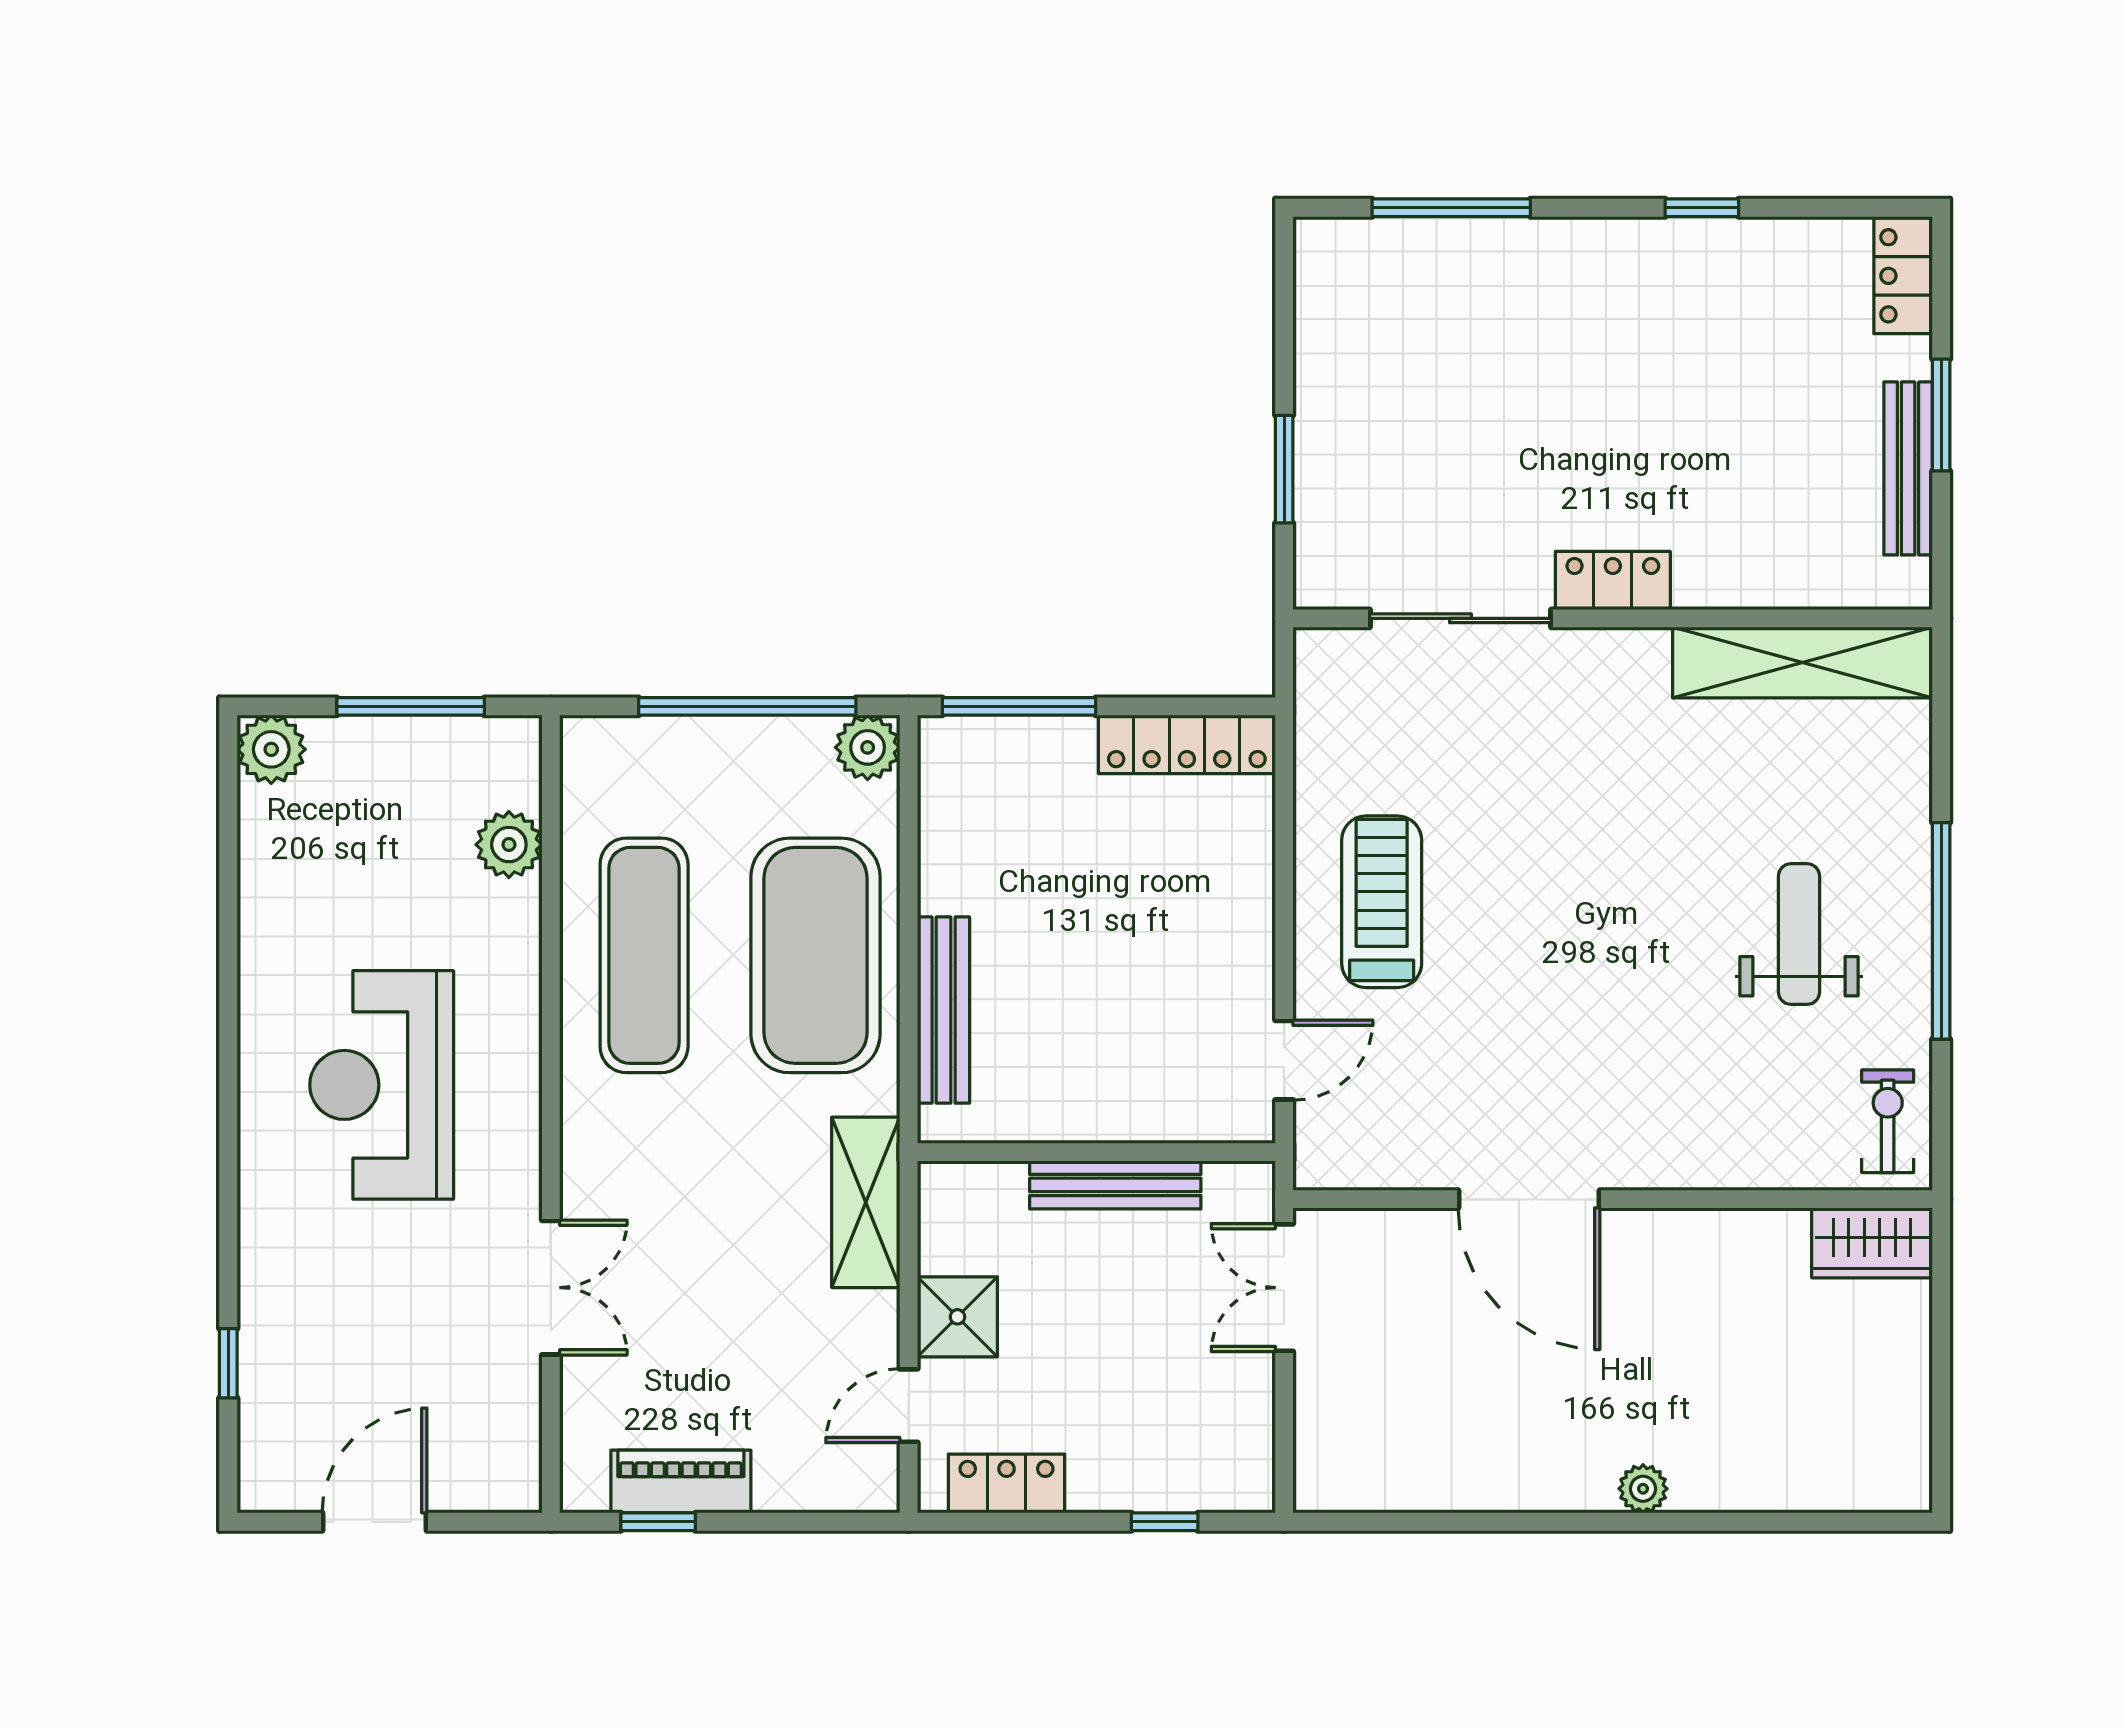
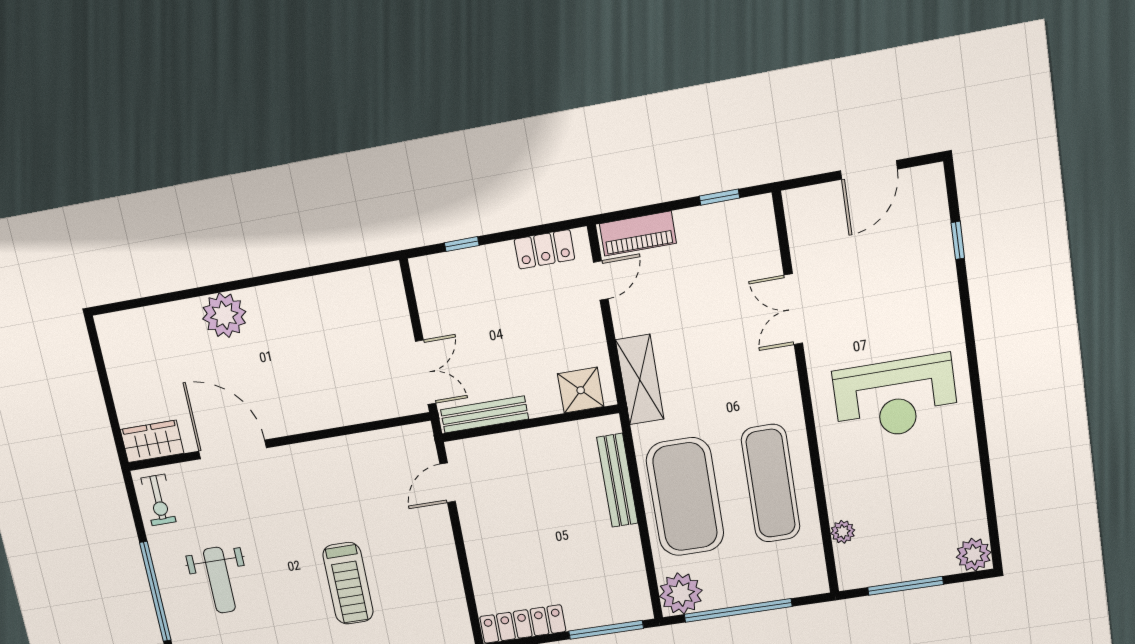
plant: (868, 747) -> (681, 593), width x1.36, depth x1.36
plant: (509, 845) -> (843, 532), width x0.73, depth x0.73
treadmill: (1382, 902) -> (348, 583), moved
reception desk: (382, 1085) -> (895, 398), turned 90
bench: (1115, 1185) -> (484, 414), moved
door: (1529, 1199) -> (233, 449), moved
shower: (957, 1317) -> (581, 390), moved
piano: (681, 1482) -> (638, 234), moved
plant: (1643, 1489) -> (224, 315), width x1.88, depth x1.88

